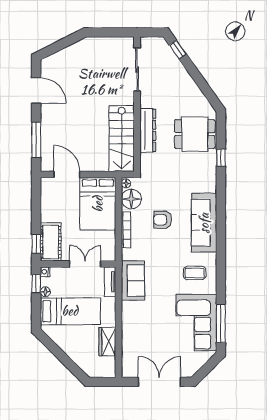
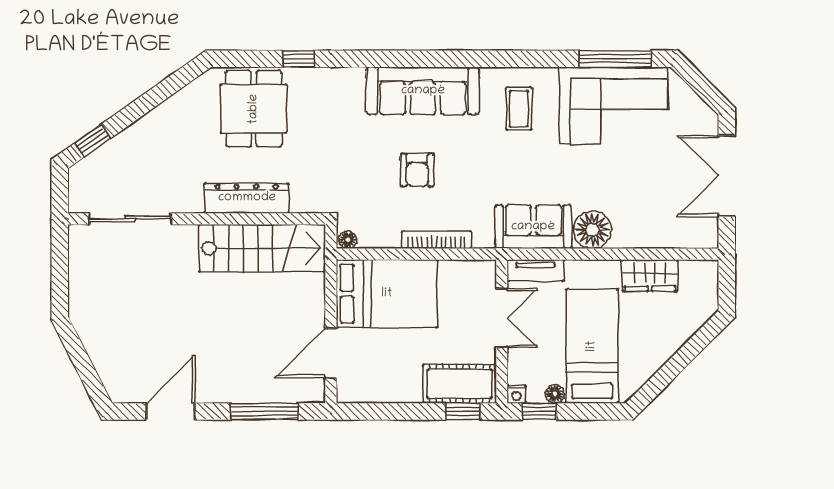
floor lamp: (131, 199) -> (592, 230), moved
double door: (85, 264) -> (502, 318), swing flipped

